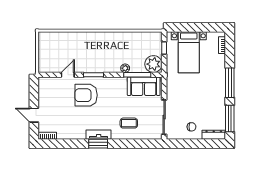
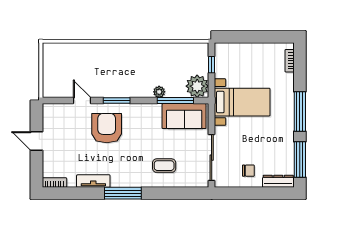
bed with nightstands: (189, 52) -> (242, 102), moved, turned -90
door: (68, 75) -> (82, 101), hinge flipped
armchair: (86, 95) -> (107, 128), turned 90
door: (34, 115) -> (36, 141), moved
tv unit: (99, 135) -> (93, 181), moved
window: (98, 144) -> (123, 193), width x1.44

